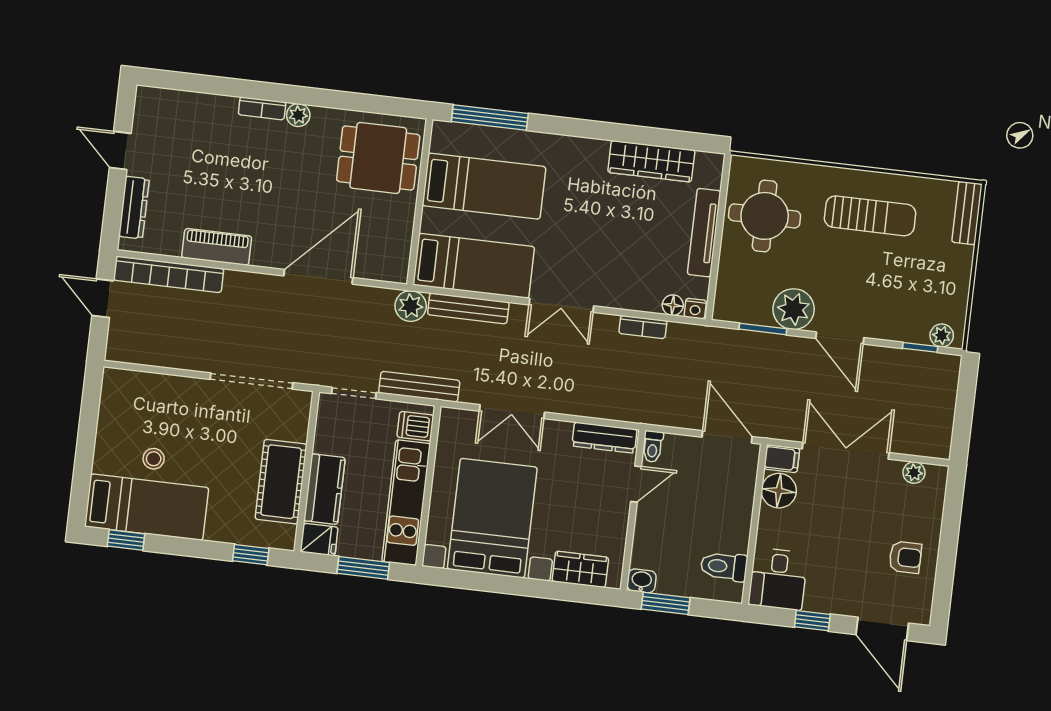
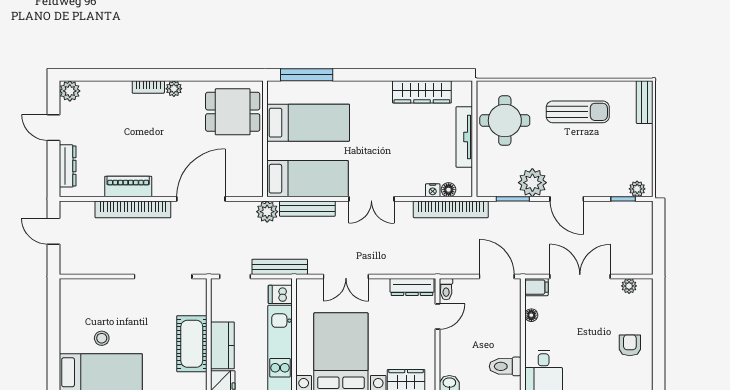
plant: (149, 101) -> (70, 91), added
bookcase: (169, 274) -> (133, 209), moved
nightstand: (695, 309) -> (433, 190), moved
bookcase: (643, 327) -> (451, 209), width x2.31, depth x1.31
floor lamp: (779, 491) -> (531, 315), width x0.53, depth x0.53
armchair: (905, 557) -> (630, 345), turned -90

